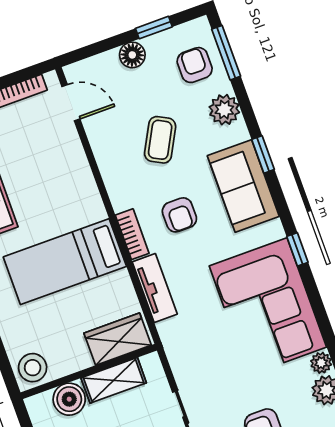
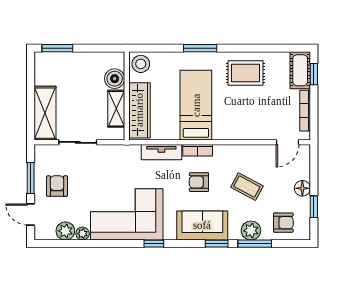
window: (226, 53) -> (255, 244), moved
wardrobe: (118, 339) -> (139, 110), width x1.50

